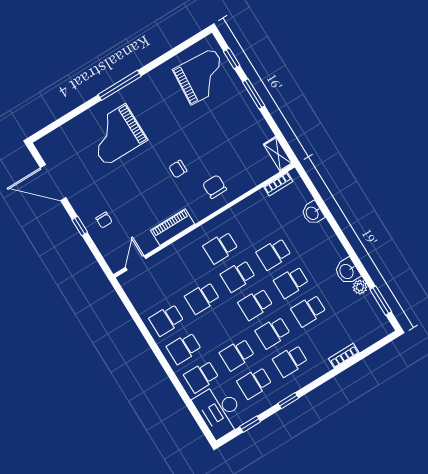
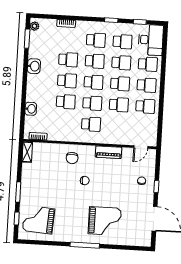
plant: (360, 287) -> (35, 26), moved
school desk: (220, 326) -> (120, 84), added

